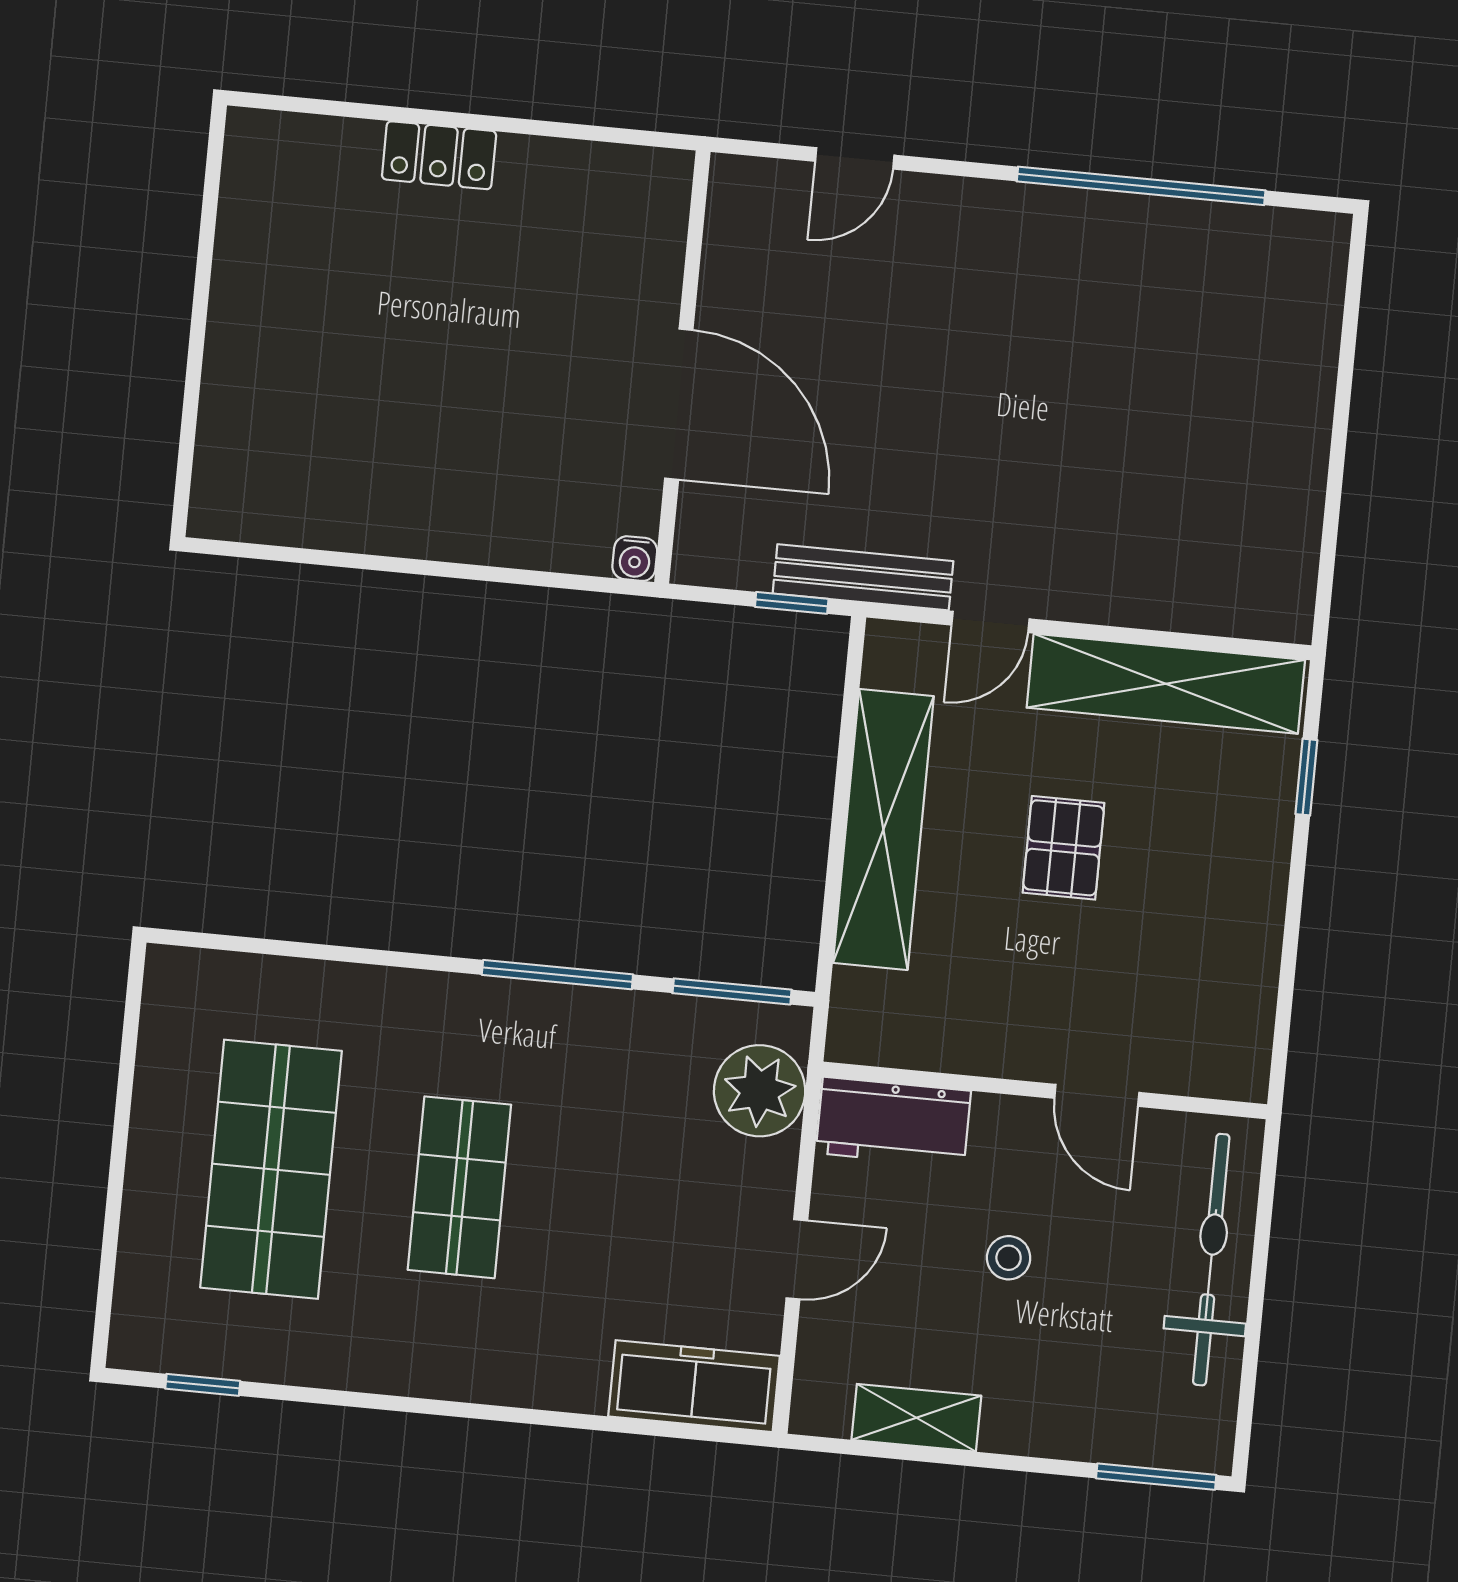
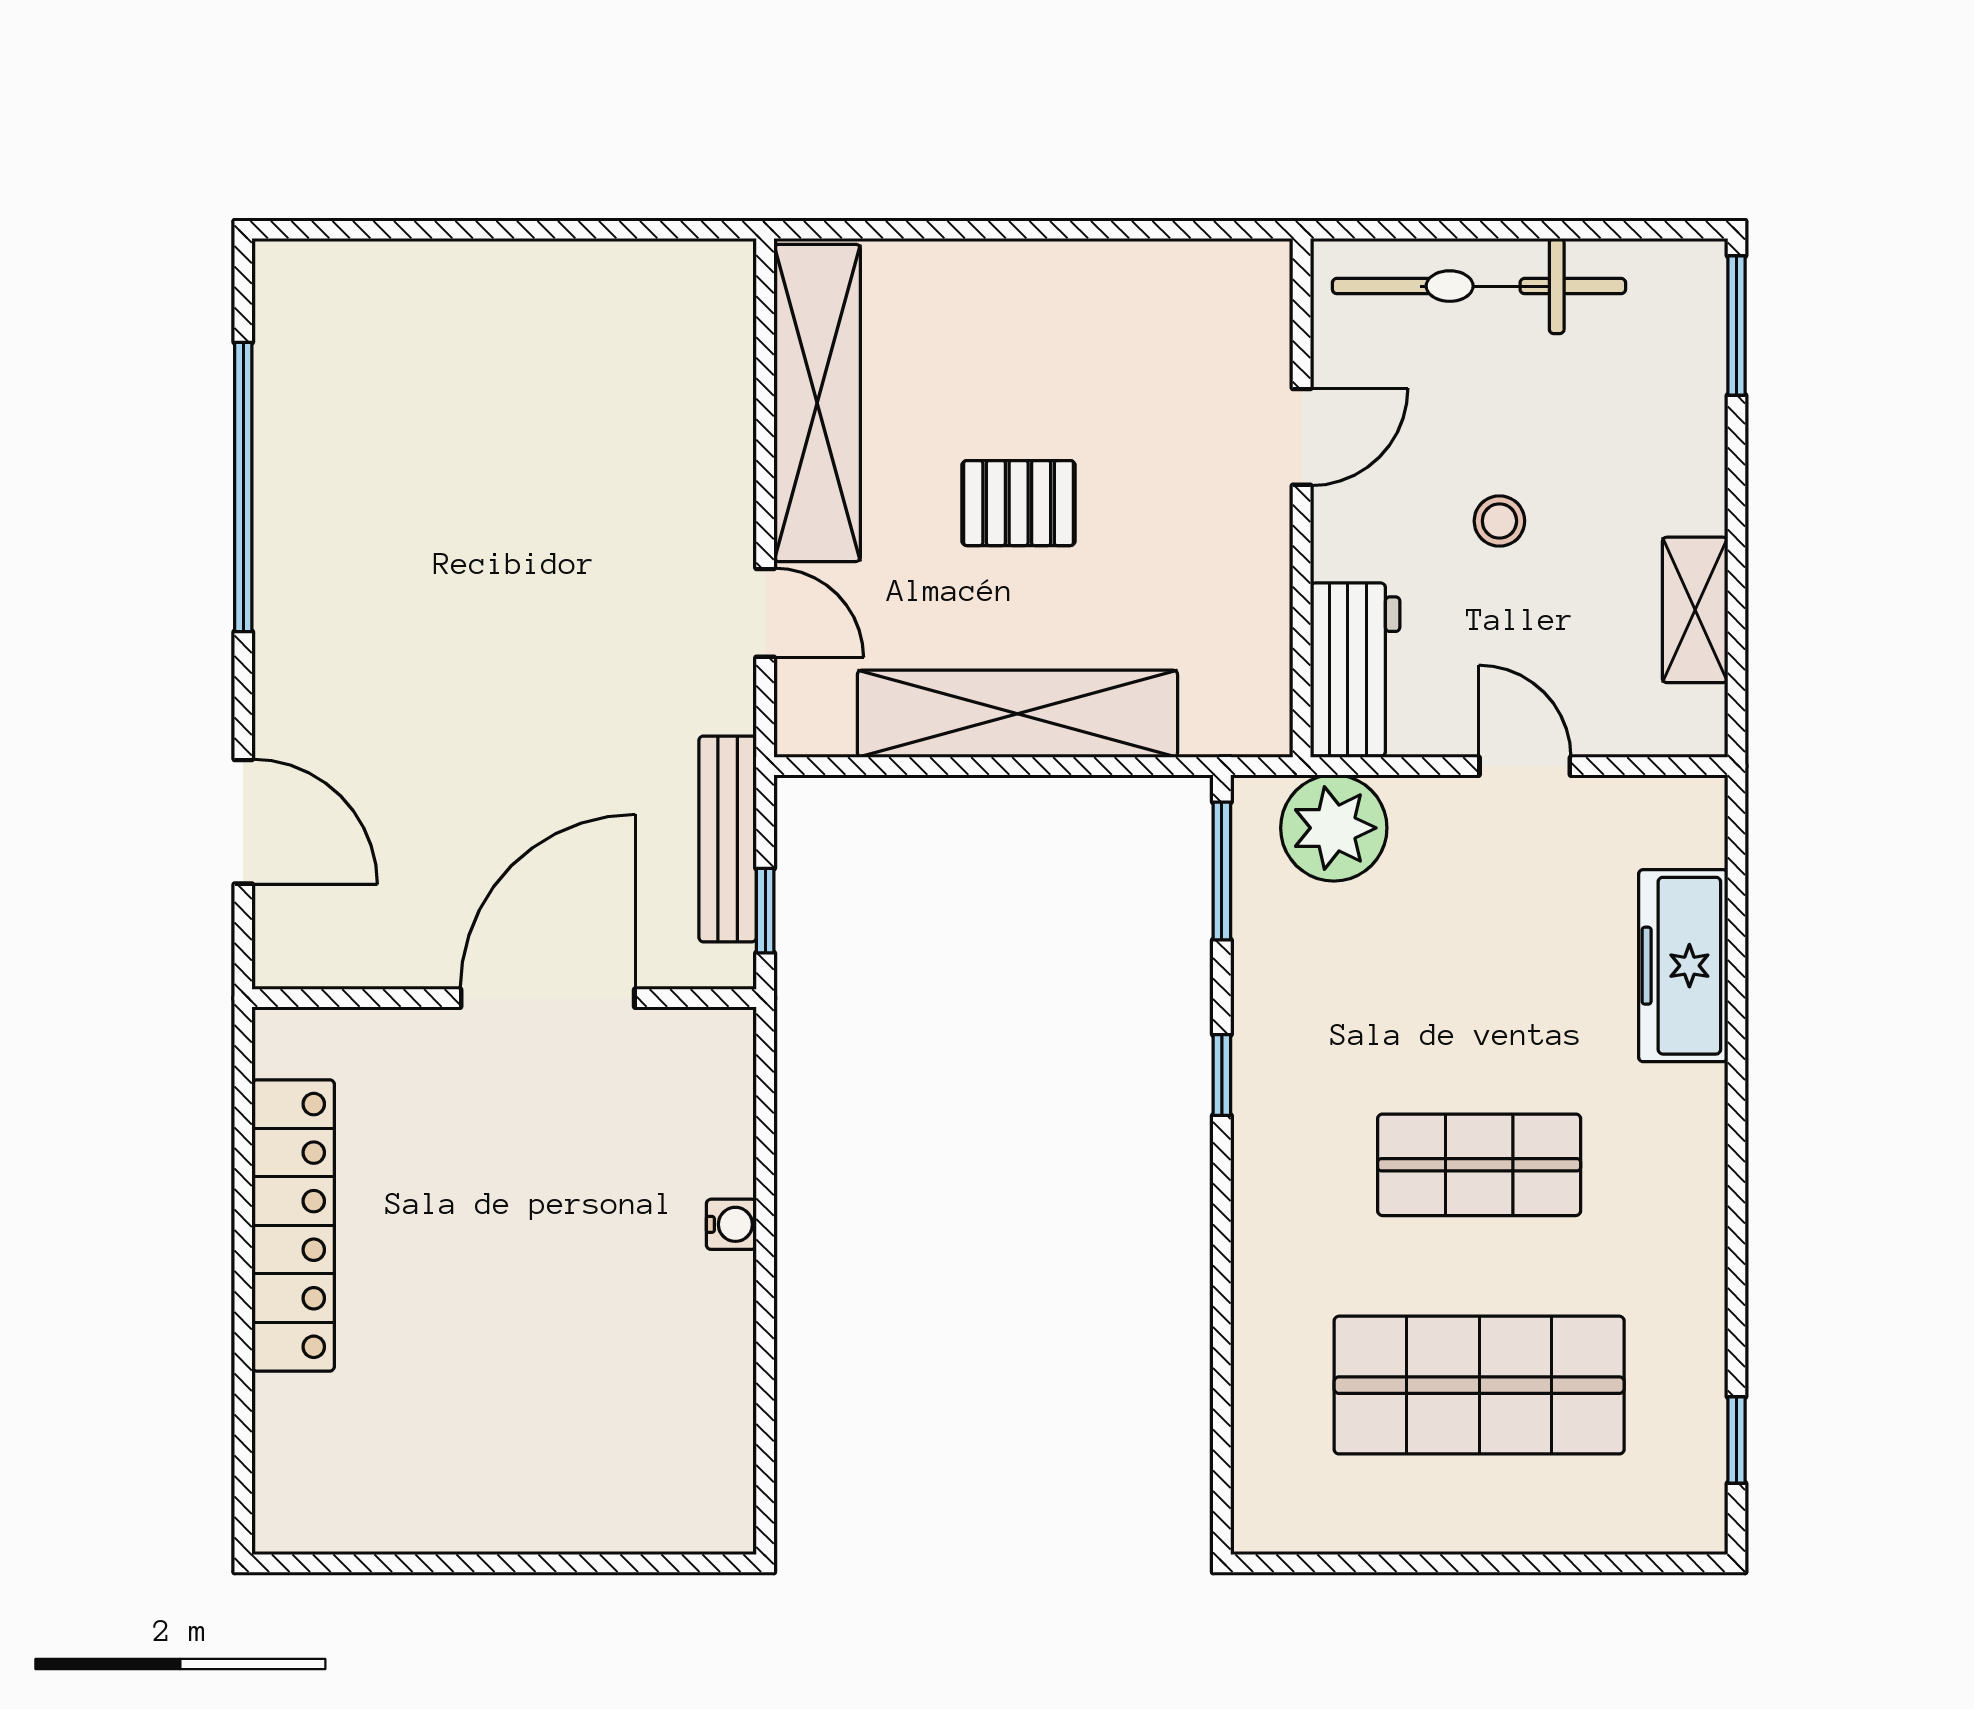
locker: (439, 155) -> (293, 1225), width x2.16, depth x1.21
door: (855, 158) -> (243, 822), width x1.38
water cooler: (635, 559) -> (731, 1224), moved
bench: (863, 577) -> (728, 839), moved
window: (792, 603) -> (765, 911), moved
window: (1306, 777) -> (910, 230), removed
window: (557, 975) -> (1222, 1075), width x0.46
freezer: (694, 1386) -> (1683, 966), moved

